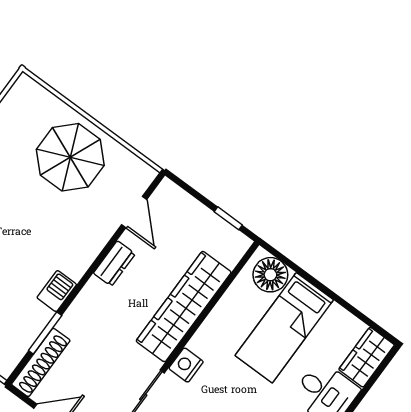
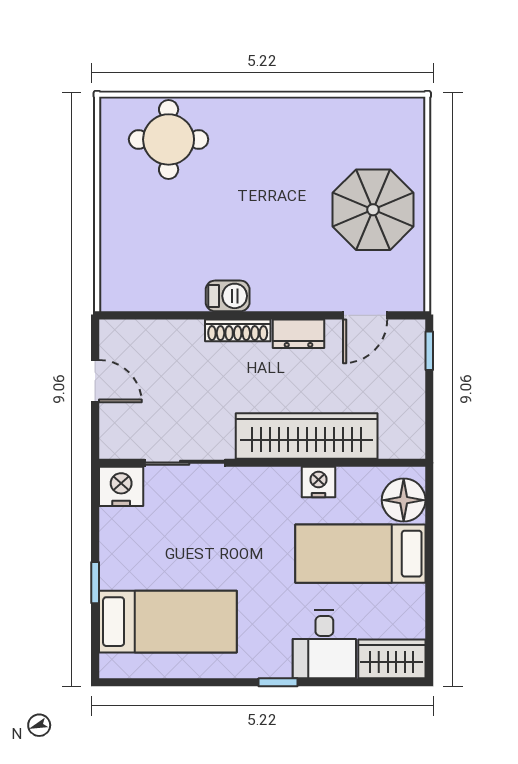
window: (228, 218) -> (429, 351), moved
window: (45, 333) -> (176, 315), removed
shoe rack: (41, 362) -> (238, 330), moved, width x0.74, depth x0.81
nightstand: (186, 365) -> (319, 482), moved

